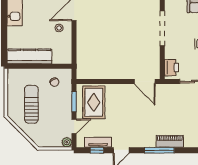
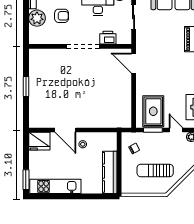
printer: (171, 68) -> (108, 38), moved
door: (145, 81) -> (134, 63), swing flipped
rug: (94, 102) -> (153, 111), turned 90

